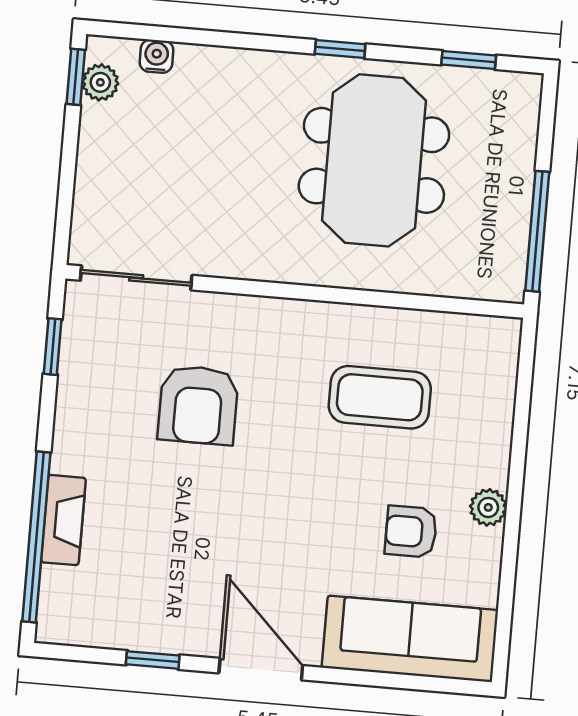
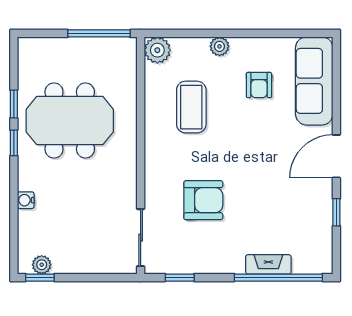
water cooler: (156, 56) -> (26, 200), moved
window: (469, 60) -> (14, 104), moved
plant: (495, 341) -> (157, 50), added
plant: (488, 507) -> (219, 46), moved

